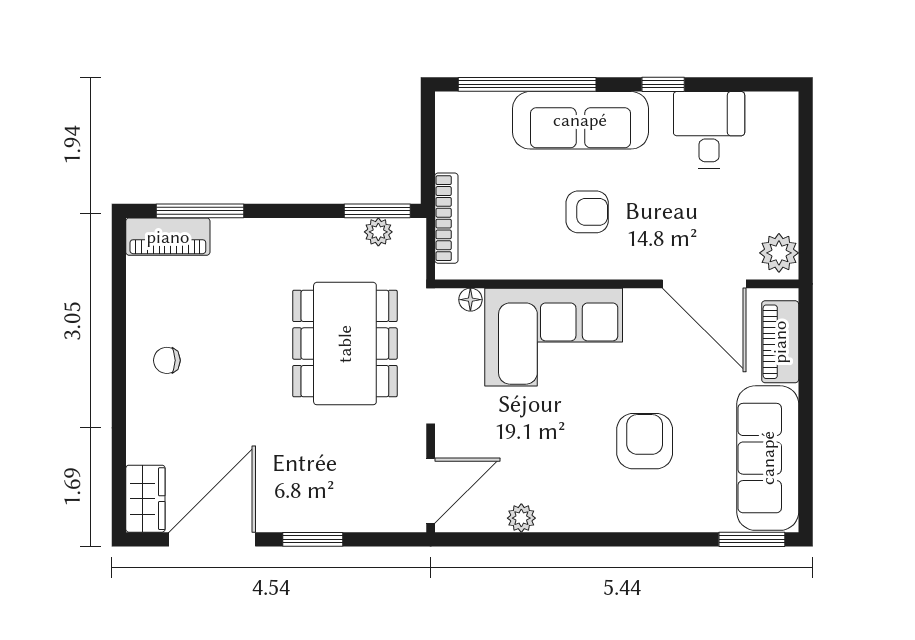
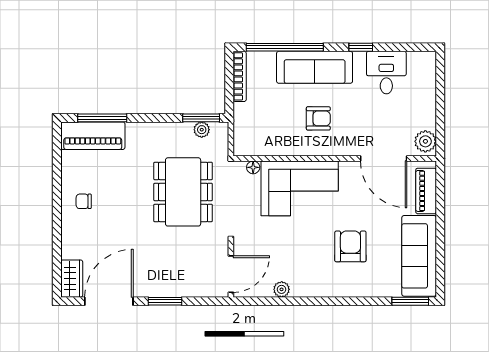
bookcase: (446, 218) -> (240, 76), moved
piano: (168, 237) -> (93, 136), width x1.37, depth x1.33

